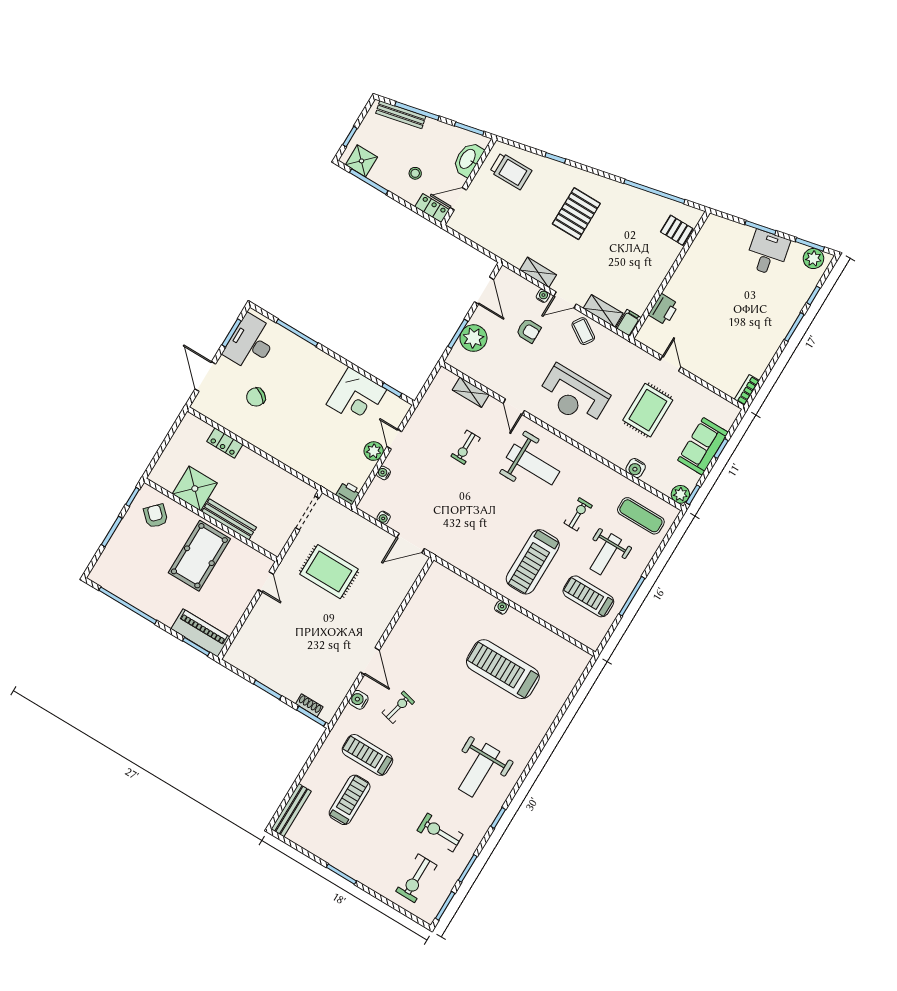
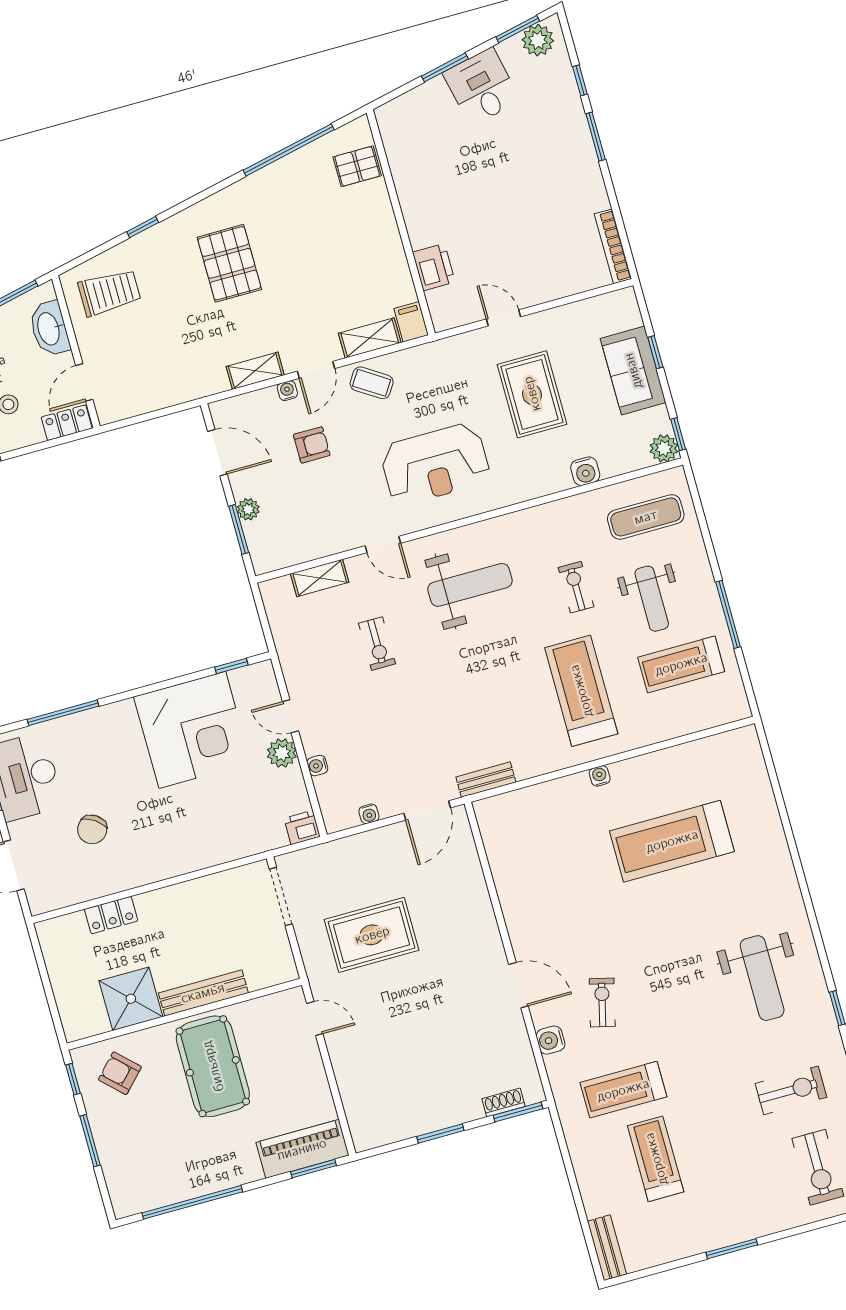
plant: (473, 338) -> (248, 509), width x0.53, depth x0.53
bookcase: (747, 390) -> (613, 246), width x1.56
corner desk: (356, 397) -> (192, 730), width x1.36, depth x1.36
bench: (450, 557) -> (486, 780), added
treadmill: (533, 562) -> (581, 691), turned 180
bench: (291, 810) -> (607, 1248), width x0.73
exercise bike: (440, 832) -> (791, 1090), turned 180

